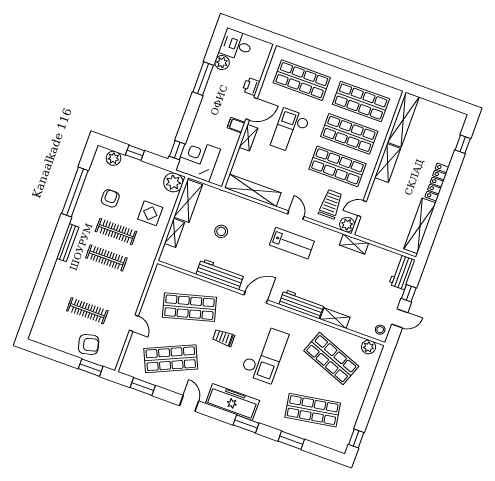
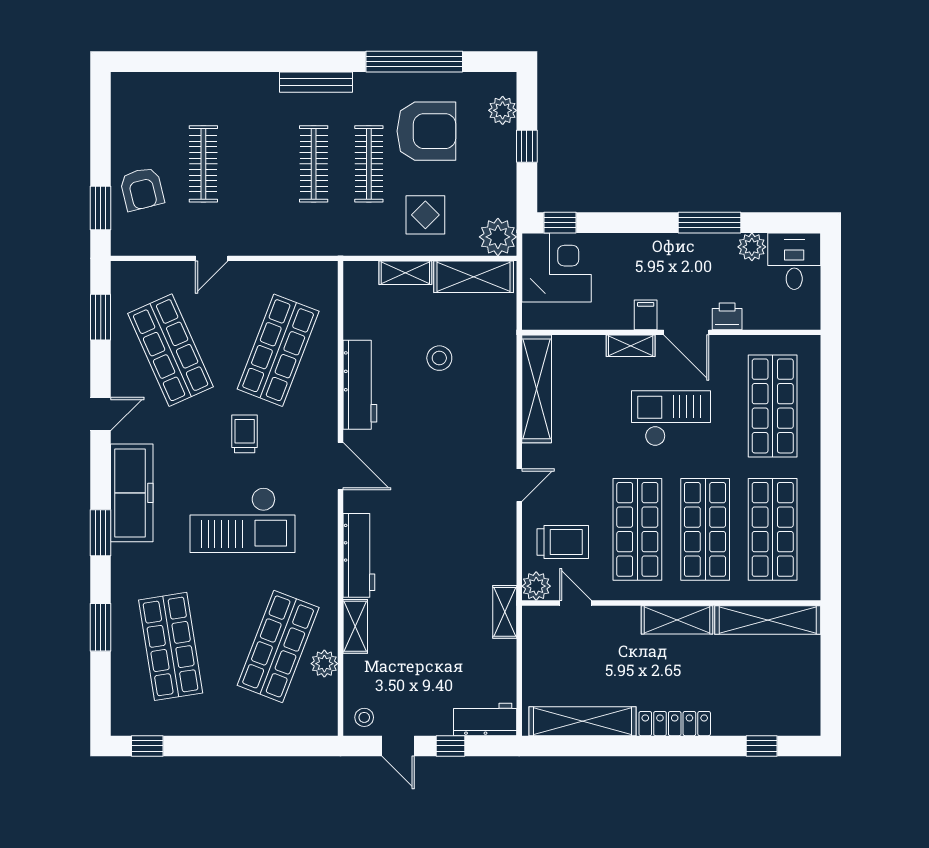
armchair: (110, 198) -> (426, 131), width x1.88, depth x1.88
lab bench: (292, 243) -> (465, 497), removed
shop shelf: (189, 307) -> (278, 350), turned 36
plant: (369, 347) -> (324, 664), moved

